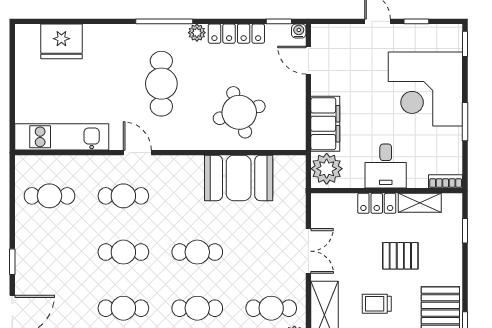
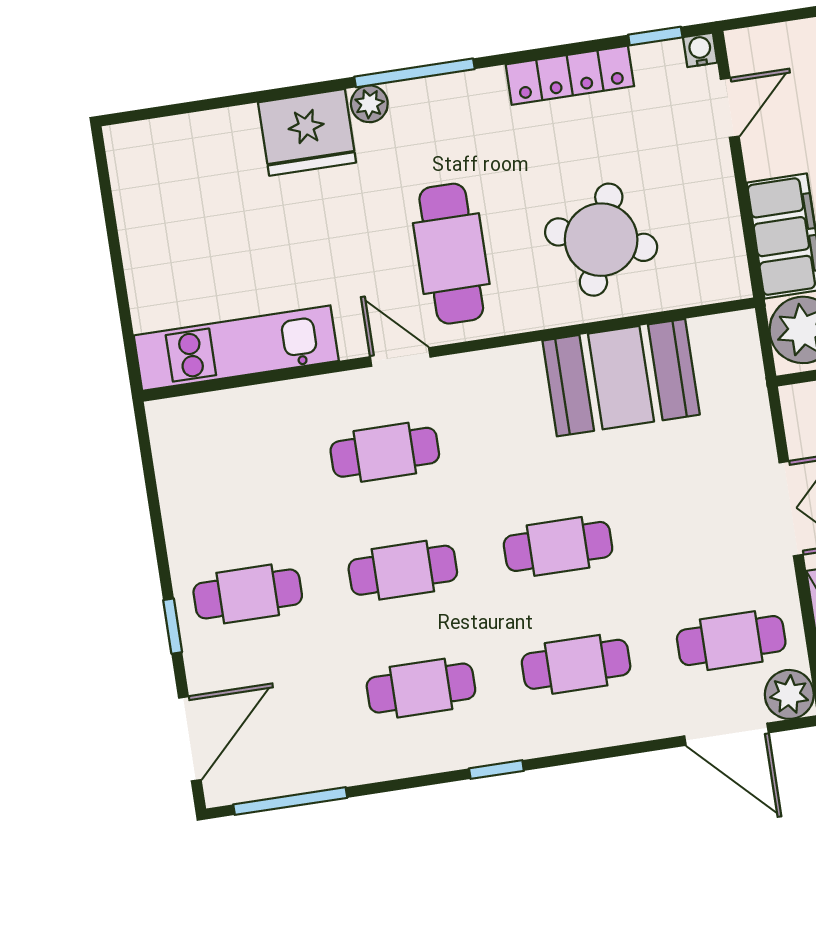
plant: (197, 33) -> (369, 104), moved
fridge: (61, 41) -> (307, 132), moved
door: (308, 60) -> (730, 108), swing flipped
cafe table: (161, 84) -> (451, 254), moved
round table: (239, 112) -> (601, 240), turned 36
cafe table: (49, 196) -> (248, 594), moved

